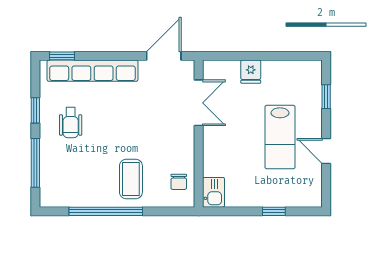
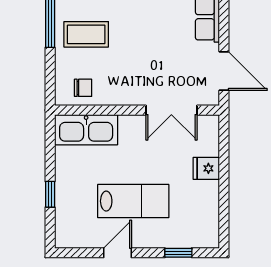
lab bench: (280, 137) -> (133, 201), turned 180
chair: (179, 182) -> (83, 88), turned 180
kitchen sink: (214, 192) -> (86, 130), width x1.88, depth x1.24

